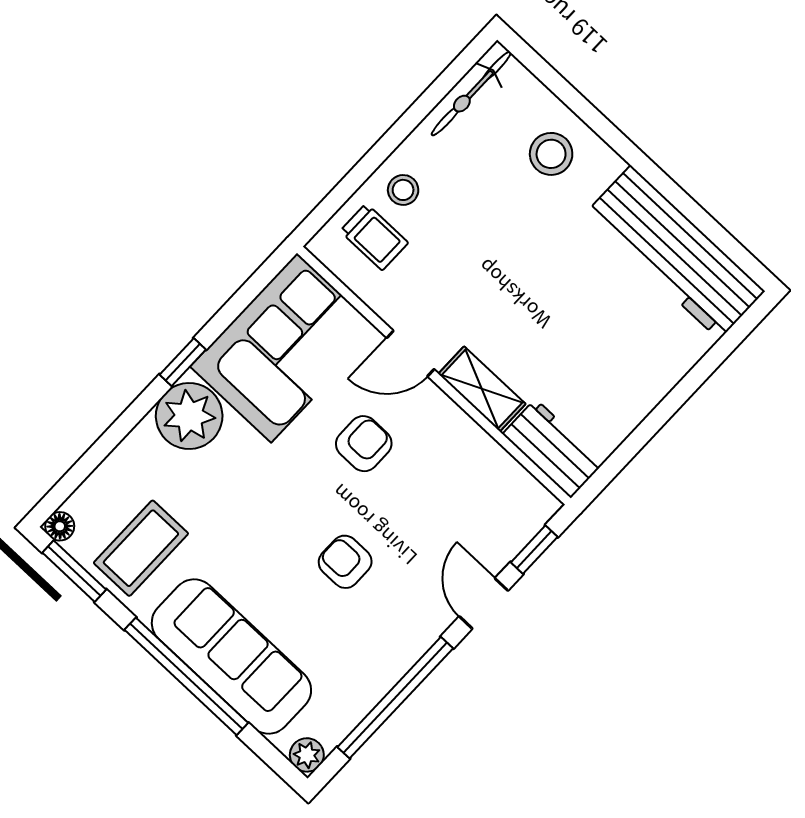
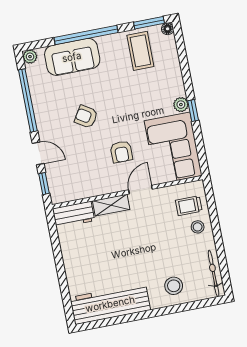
plant: (189, 416) -> (181, 105), width x0.53, depth x0.53
armchair: (345, 562) -> (86, 117), turned -148
sofa: (231, 657) -> (72, 57), width x0.73

